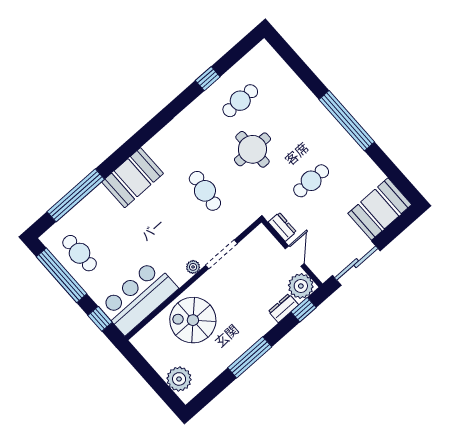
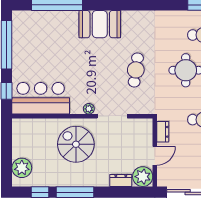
cafe table: (80, 253) -> (29, 41), removed
window: (304, 310) -> (40, 192), moved
spiral stairs: (193, 320) -> (76, 144), moved

